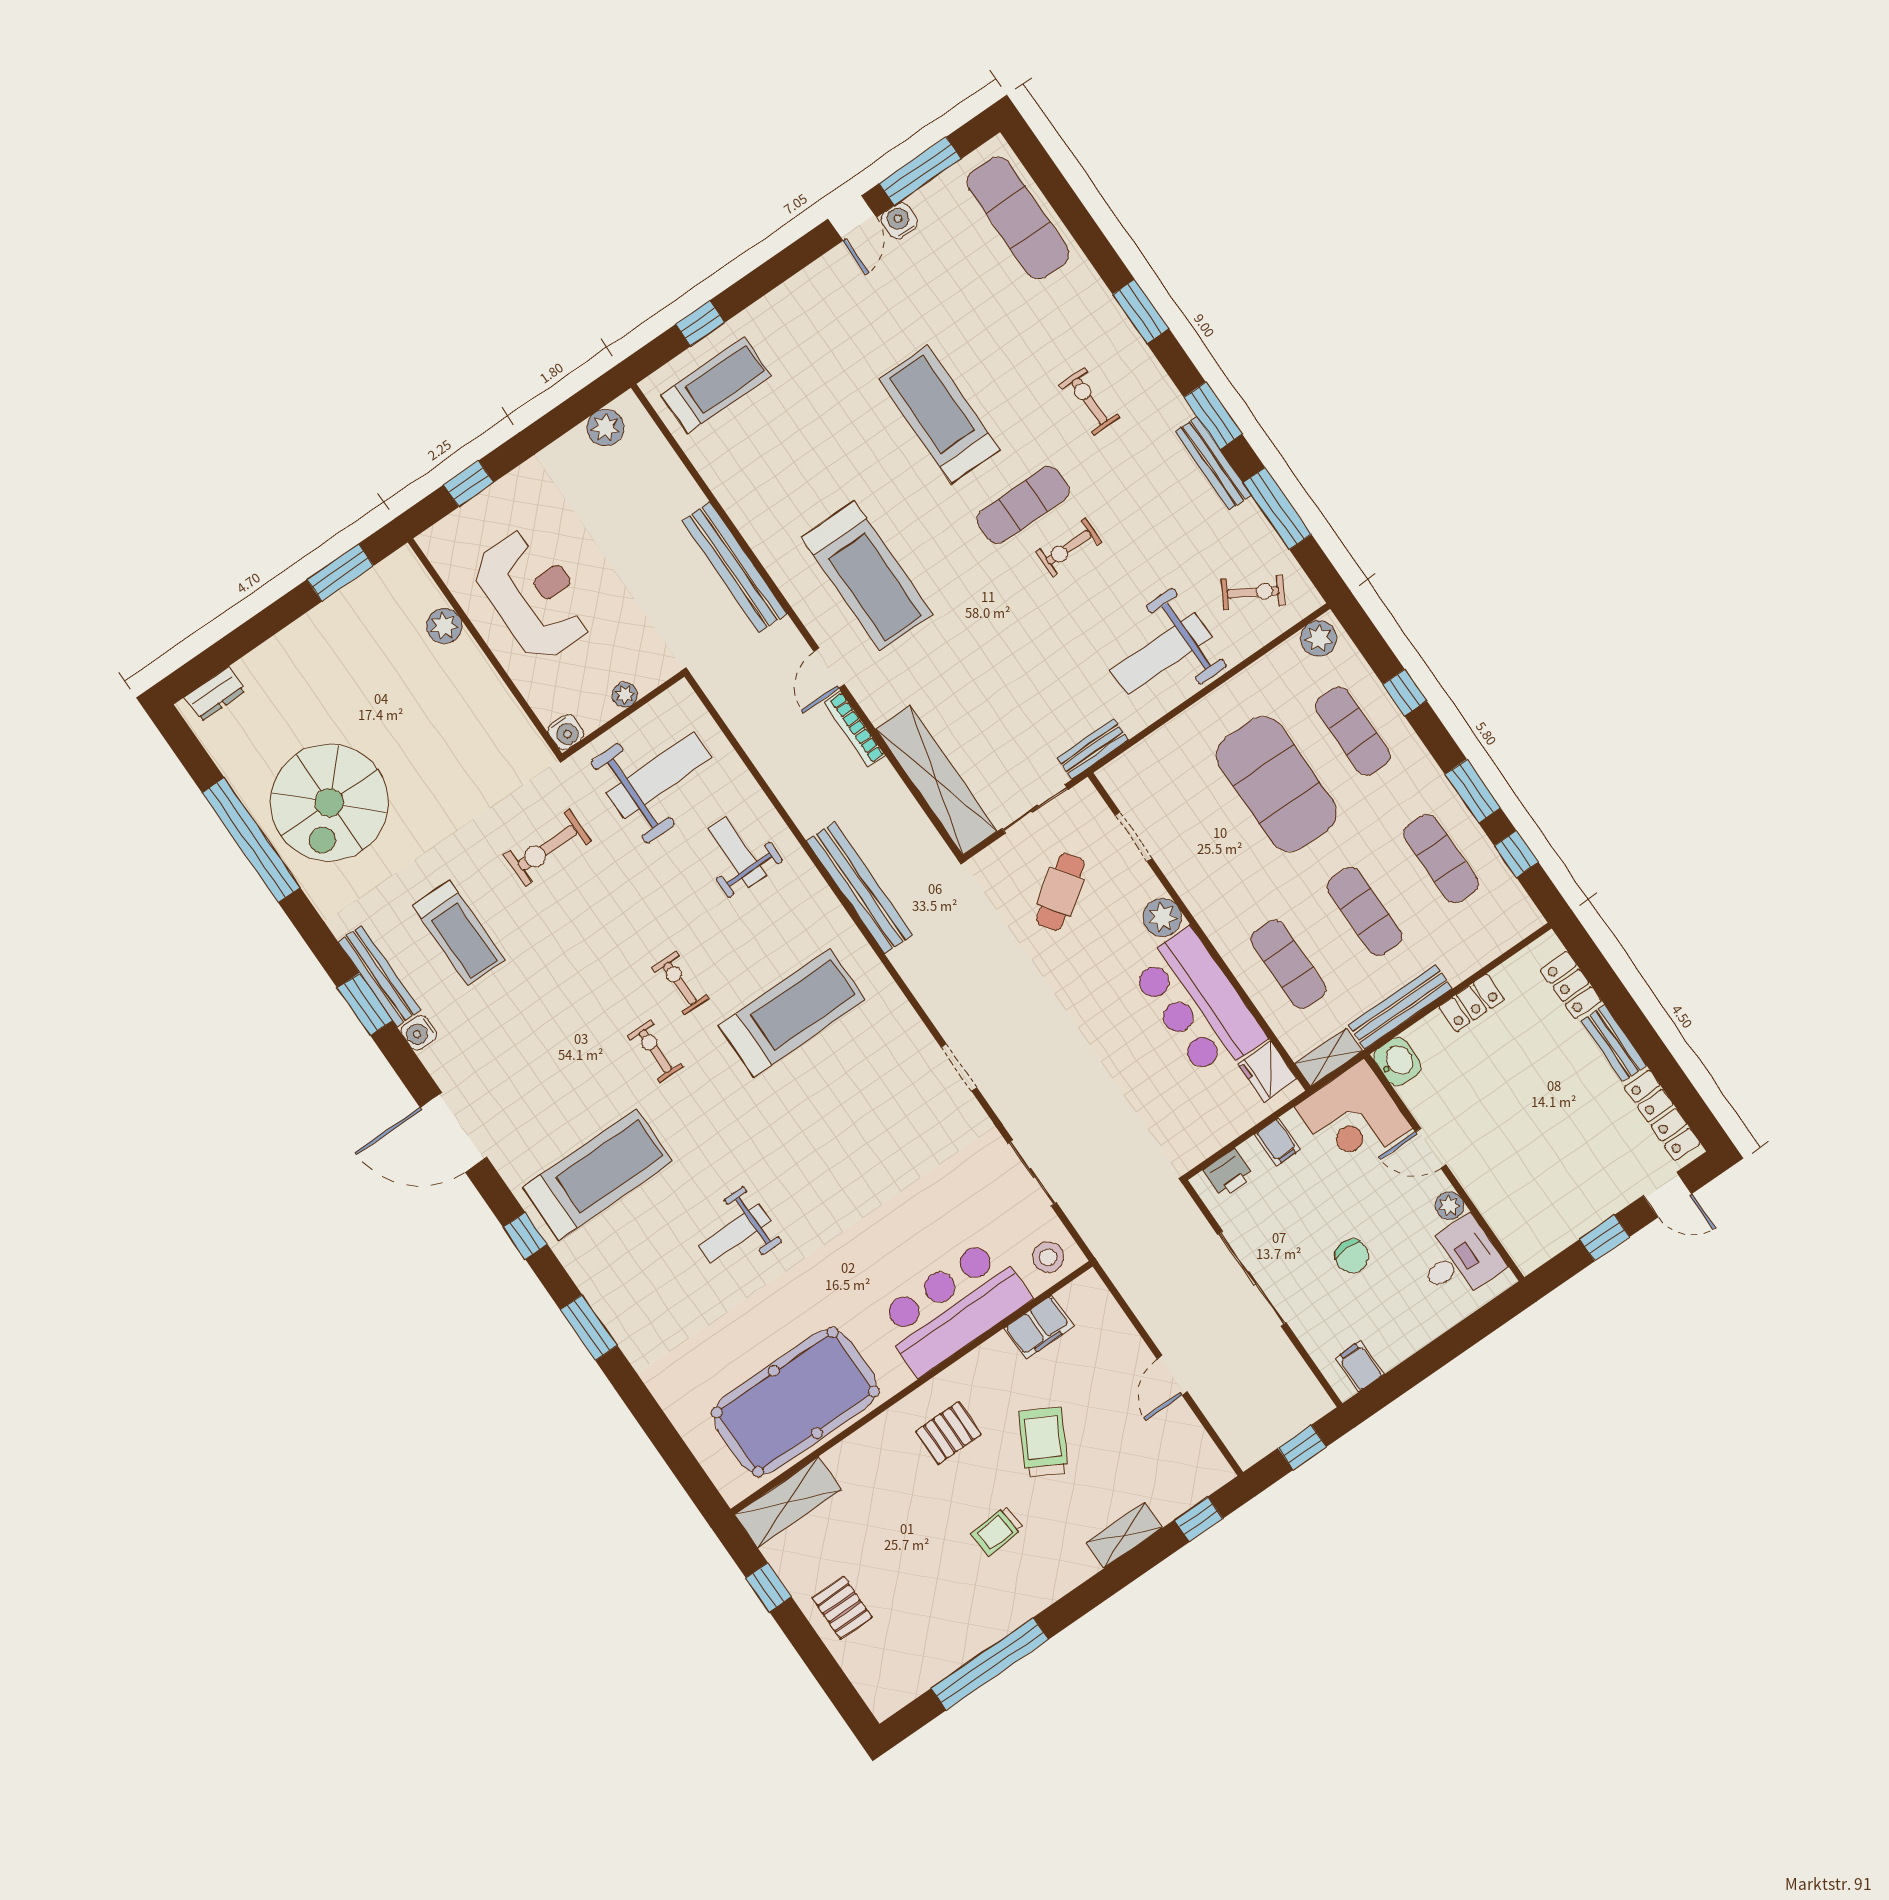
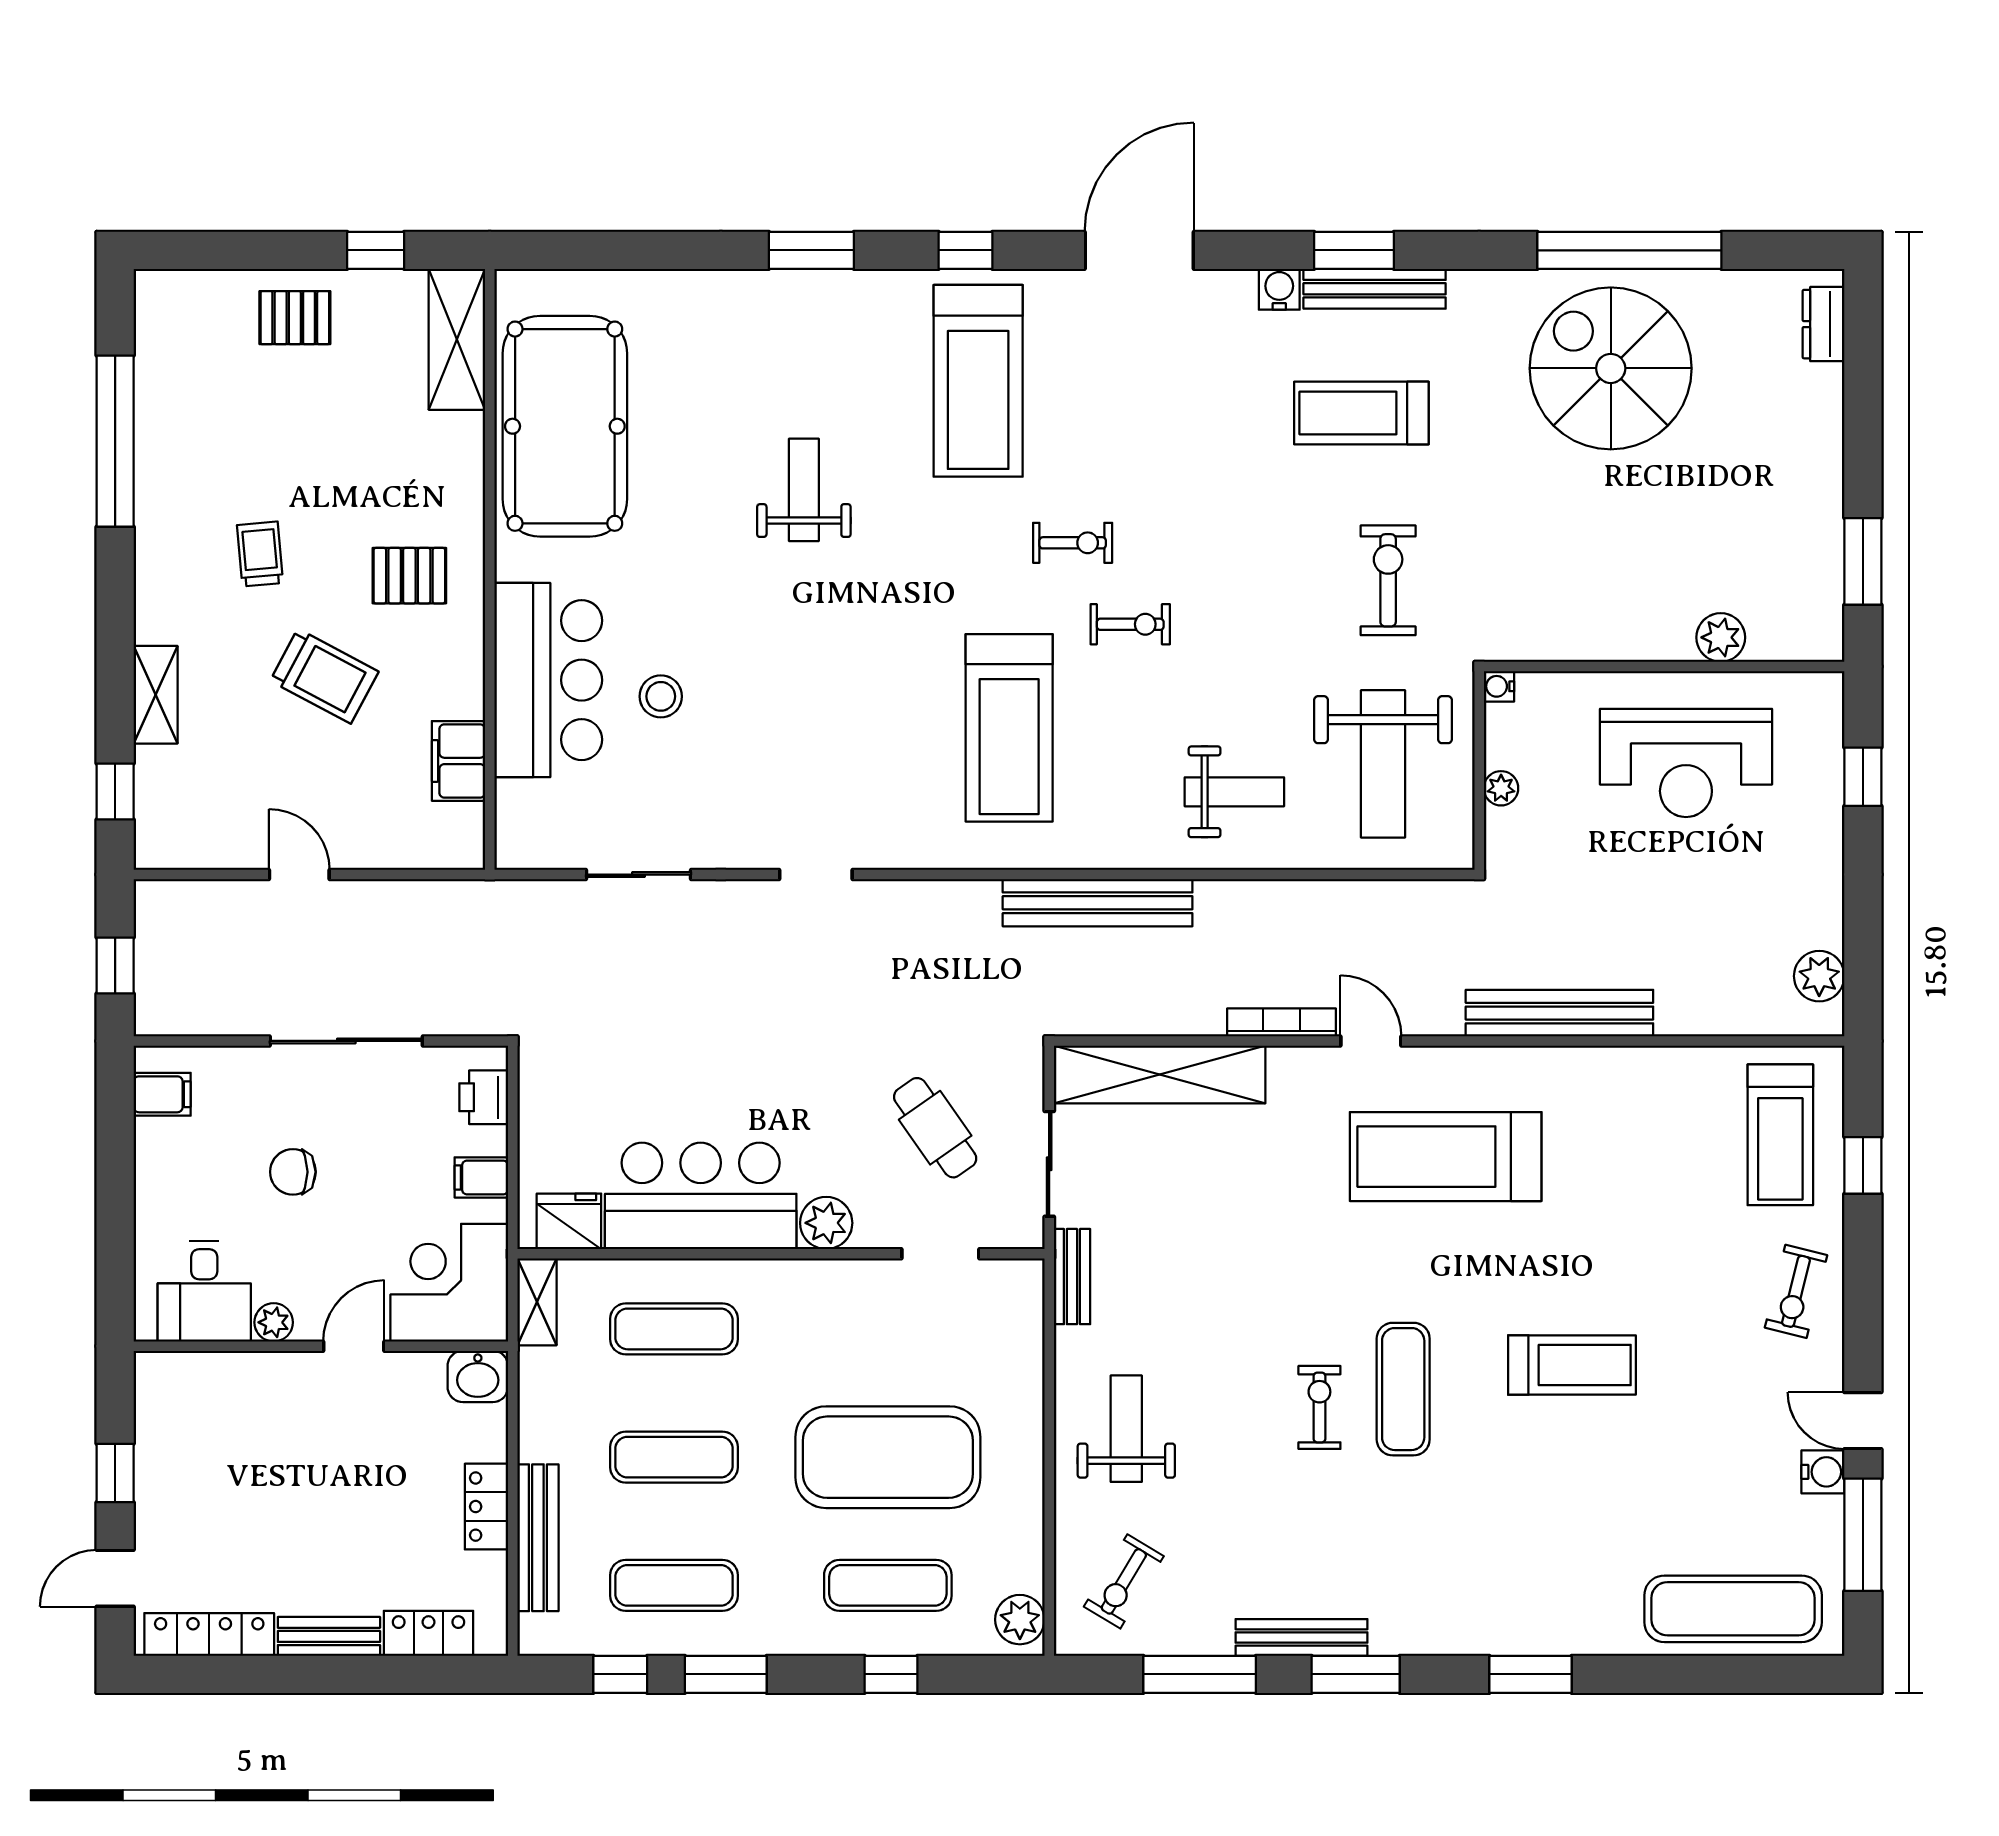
exercise bike: (1089, 401) -> (1796, 1291), moved, turned 104
treadmill: (939, 414) -> (1572, 1365), width x0.73, depth x0.73
weight bench: (1161, 654) -> (1126, 1429), width x0.73, depth x0.75
water cooler: (566, 732) -> (1499, 686), width x0.72, depth x0.72
bench: (1400, 1007) -> (538, 1538), moved
stool: (1048, 1257) -> (661, 696), moved
pallet: (949, 1433) -> (409, 576), turned 90

